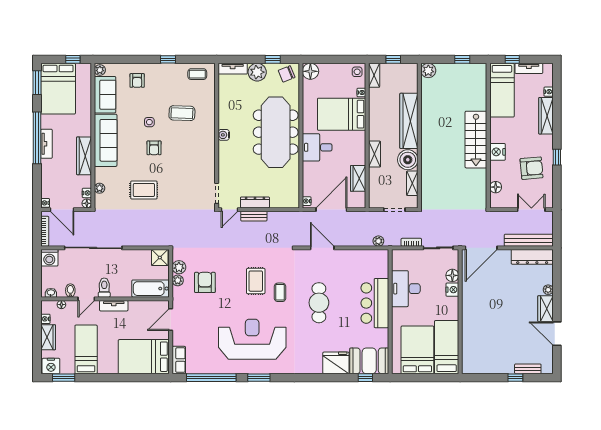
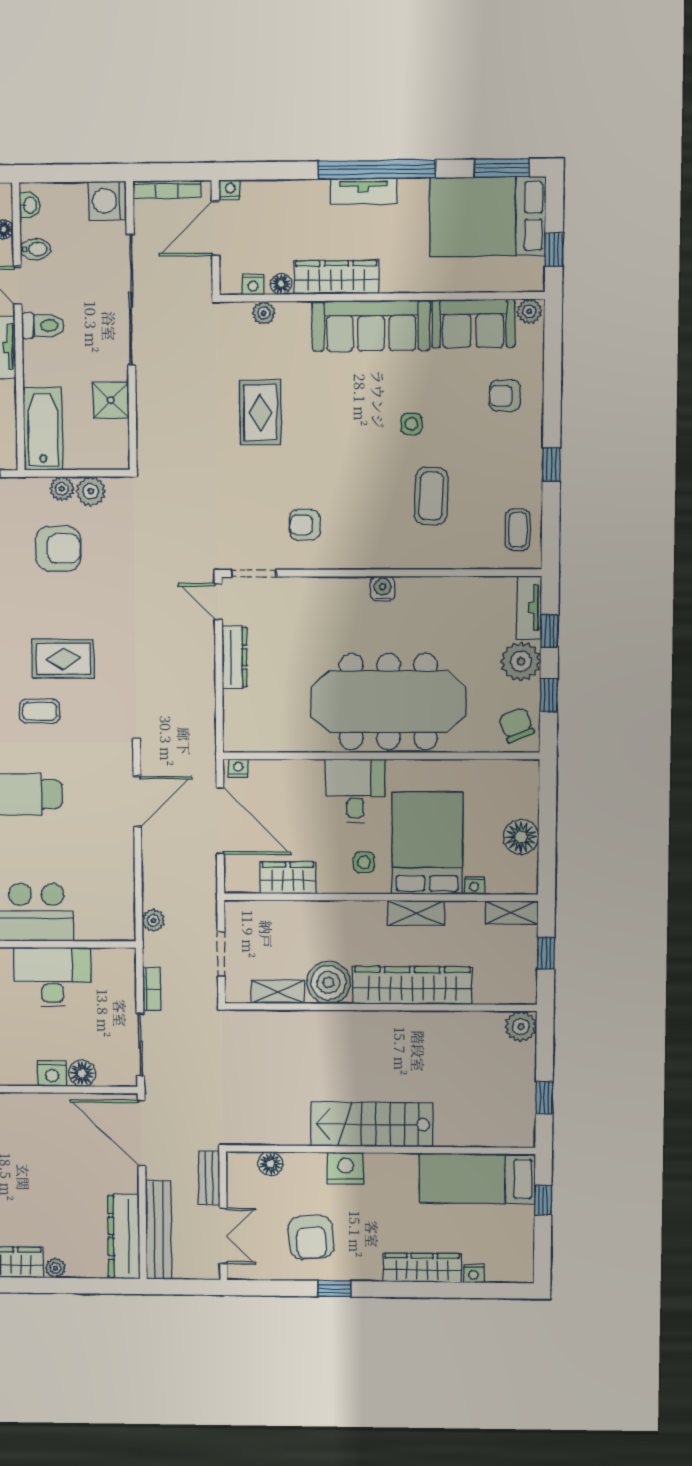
window: (243, 59) -> (550, 631), added
tv unit: (529, 68) -> (523, 1234), removed
floor lamp: (310, 71) -> (521, 837), moved
side table: (357, 72) -> (364, 862), moved
armchair: (154, 148) -> (305, 525), moved
shelving: (375, 154) -> (416, 913), moved
floor lamp: (87, 203) -> (281, 284), moved
bench: (254, 216) -> (209, 1178), moved
shower: (160, 258) -> (111, 400), moved

